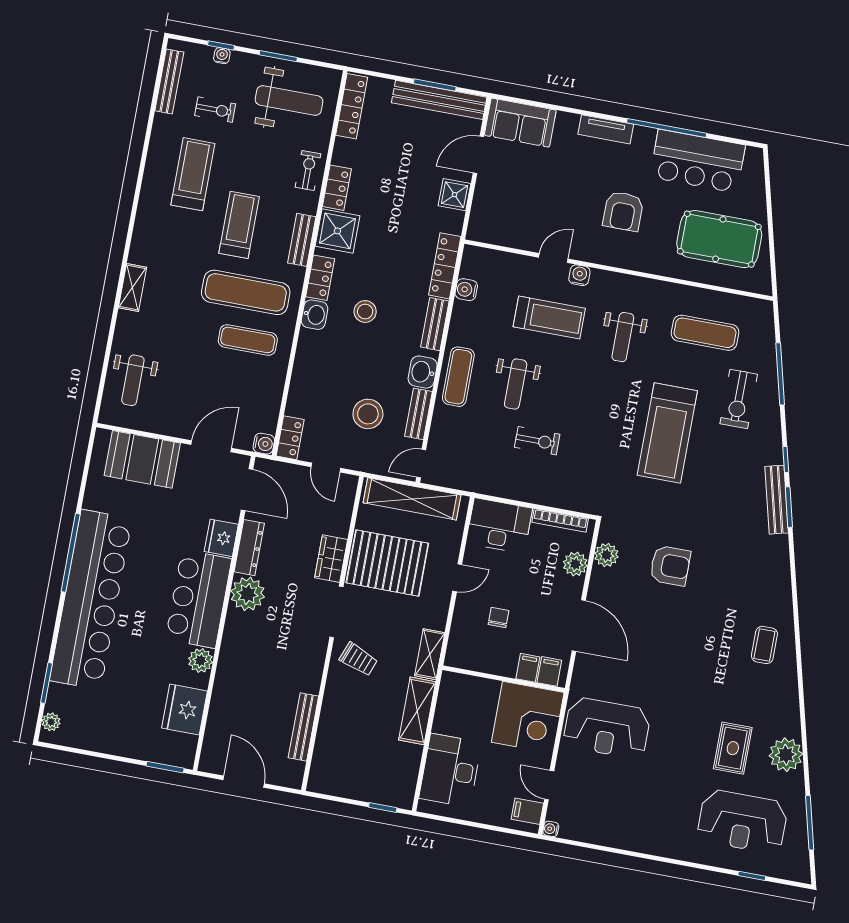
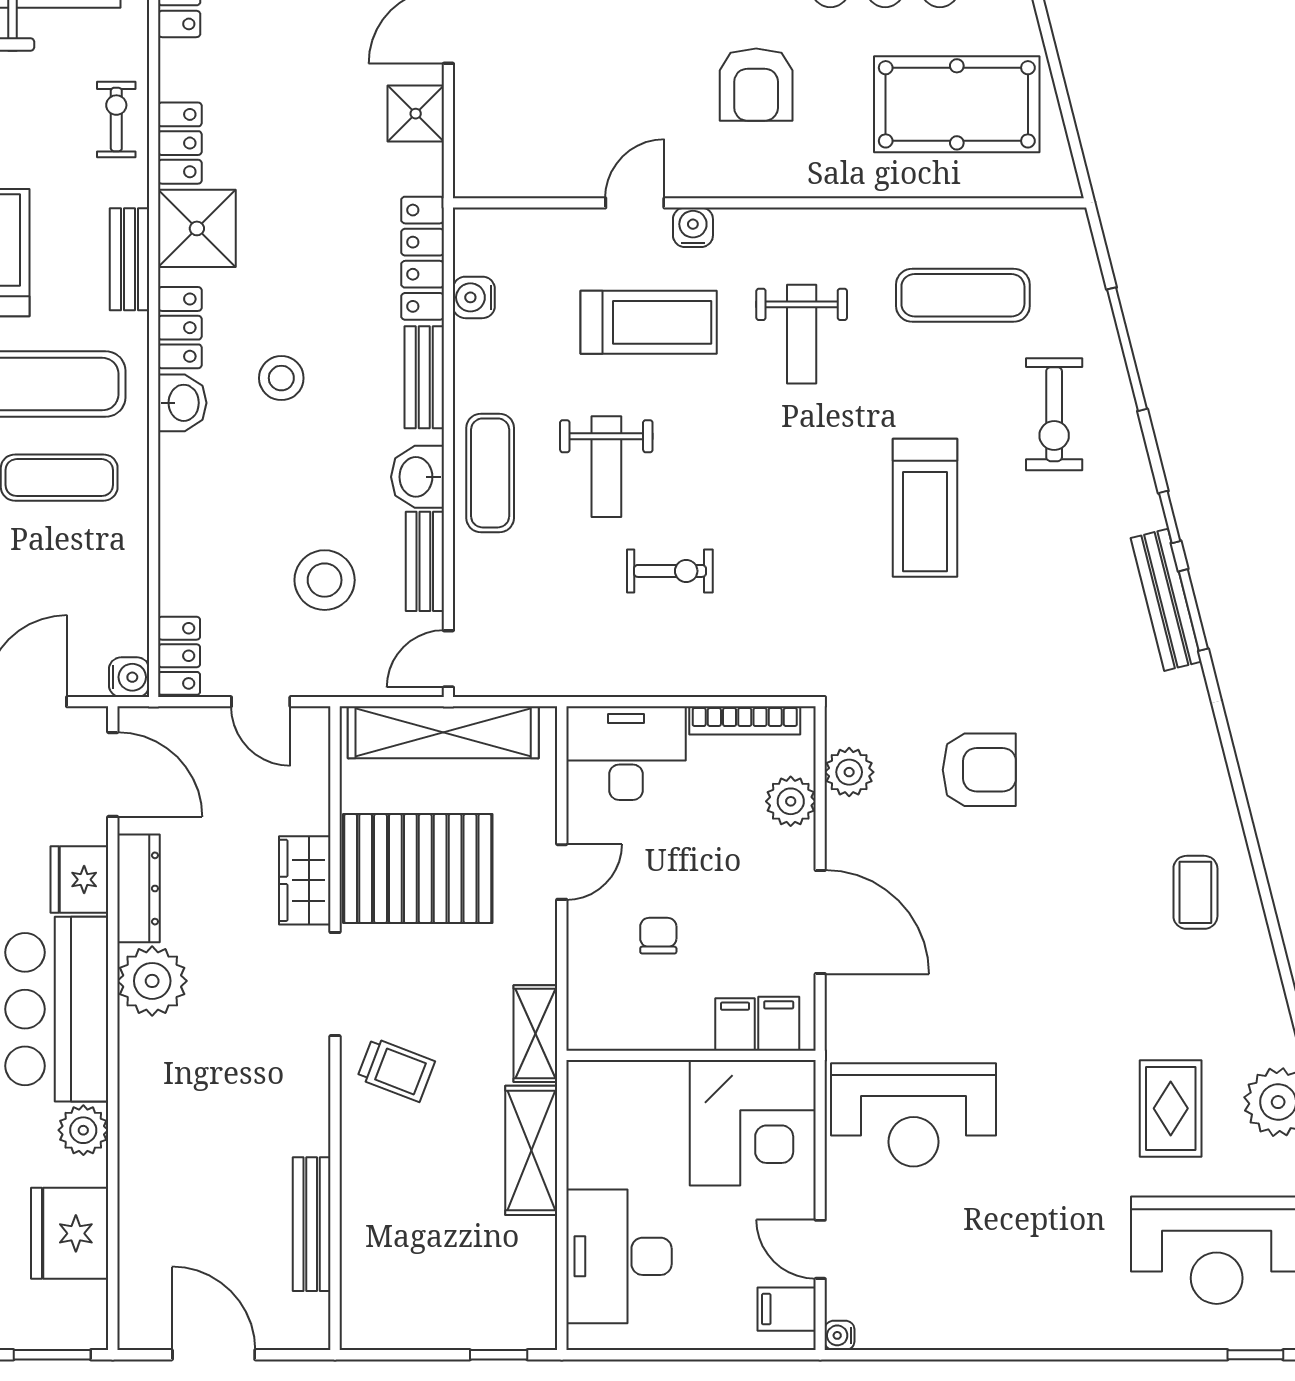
treadmill: (667, 433) -> (925, 508), width x0.73, depth x0.73

